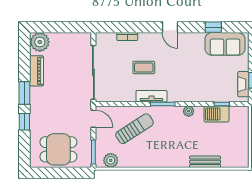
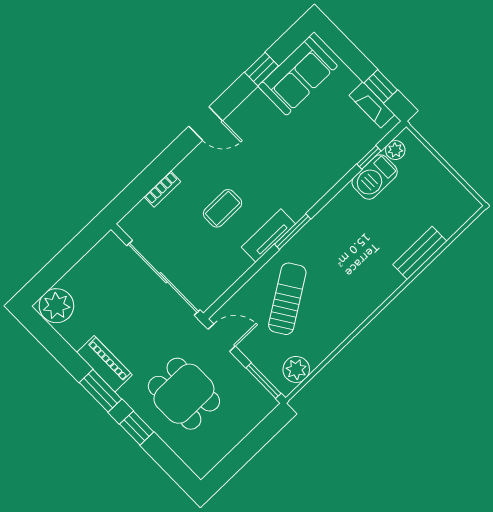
piano: (36, 71) -> (104, 364), moved
plant: (189, 111) -> (395, 150), moved
dining table: (58, 149) -> (184, 394), moved, turned 90

